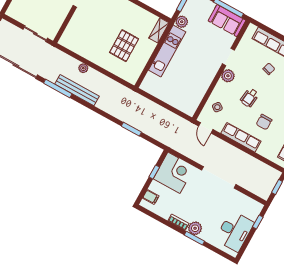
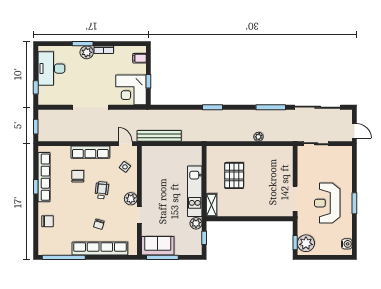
bench: (77, 90) -> (159, 136), moved
window: (131, 129) -> (213, 107), moved

